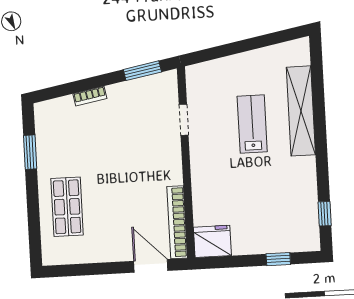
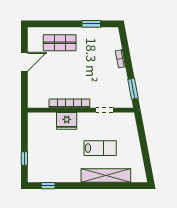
bookcase: (177, 222) -> (69, 103), moved
fridge: (212, 241) -> (67, 121), moved, turned 90
door: (151, 266) -> (24, 62), moved

